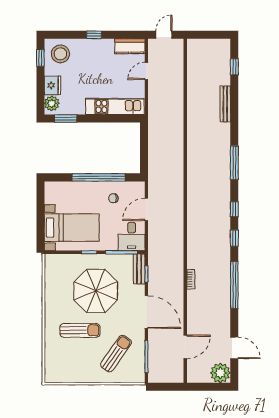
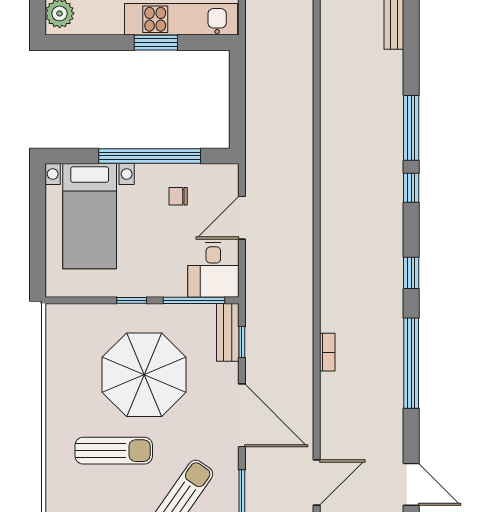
window: (66, 119) -> (156, 43), moved
window: (234, 209) -> (411, 188), moved
bed with nightstands: (72, 228) -> (90, 216), moved, turned 90

